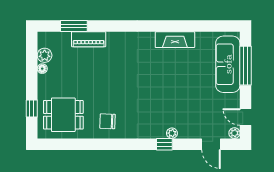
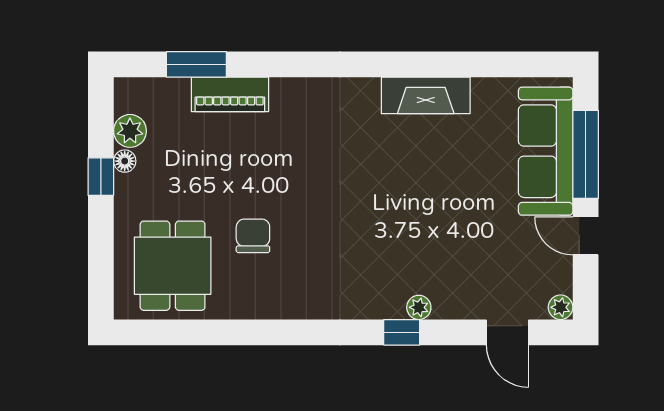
window: (32, 108) -> (101, 177), moved
dining table: (63, 115) -> (173, 266), turned 90
door: (245, 117) -> (586, 236), moved
chair: (108, 121) -> (253, 236), moved, turned 88

